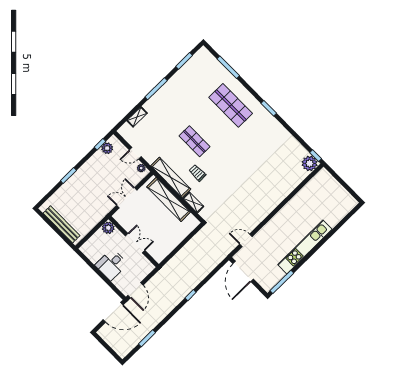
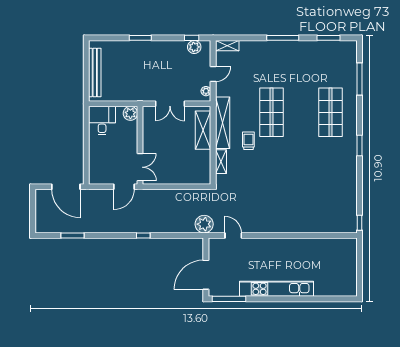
shelving: (137, 117) -> (227, 46), moved
shop shelf: (194, 141) -> (272, 112), width x1.43, depth x1.36
door: (135, 153) -> (213, 74), swing flipped
plant: (310, 163) -> (204, 224), moved
double door: (127, 198) -> (170, 104), swing flipped
shelving: (169, 199) -> (203, 130), width x0.68
double door: (135, 243) -> (140, 167), moved
desk: (111, 265) -> (102, 121), moved, turned 90
door: (243, 271) -> (206, 275), moved
door: (135, 290) -> (124, 187), moved

